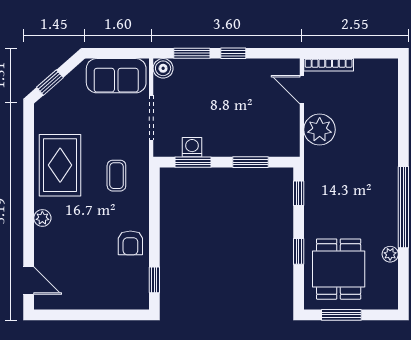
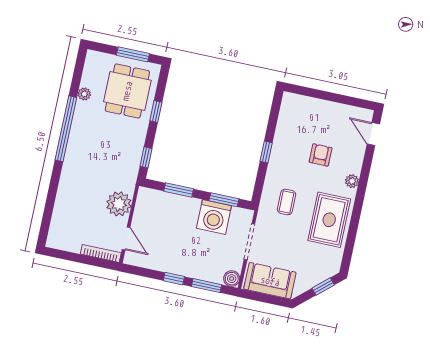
washing machine: (192, 147) -> (214, 217), width x1.89, depth x1.89
armchair: (130, 243) -> (321, 155), moved
window: (154, 280) -> (266, 152), moved

